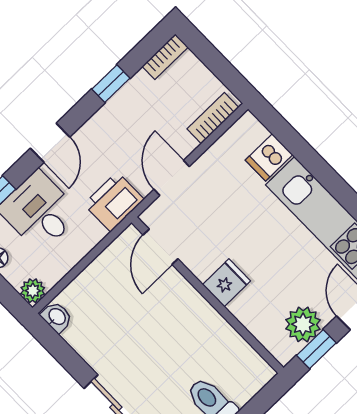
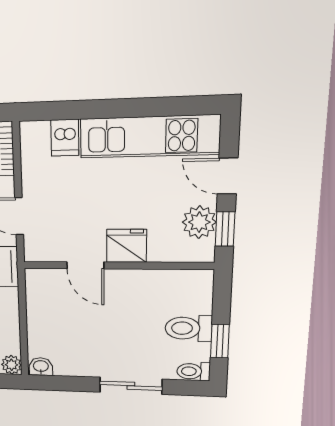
door: (161, 247) -> (85, 265), moved
fridge: (226, 283) -> (126, 246), width x1.38

